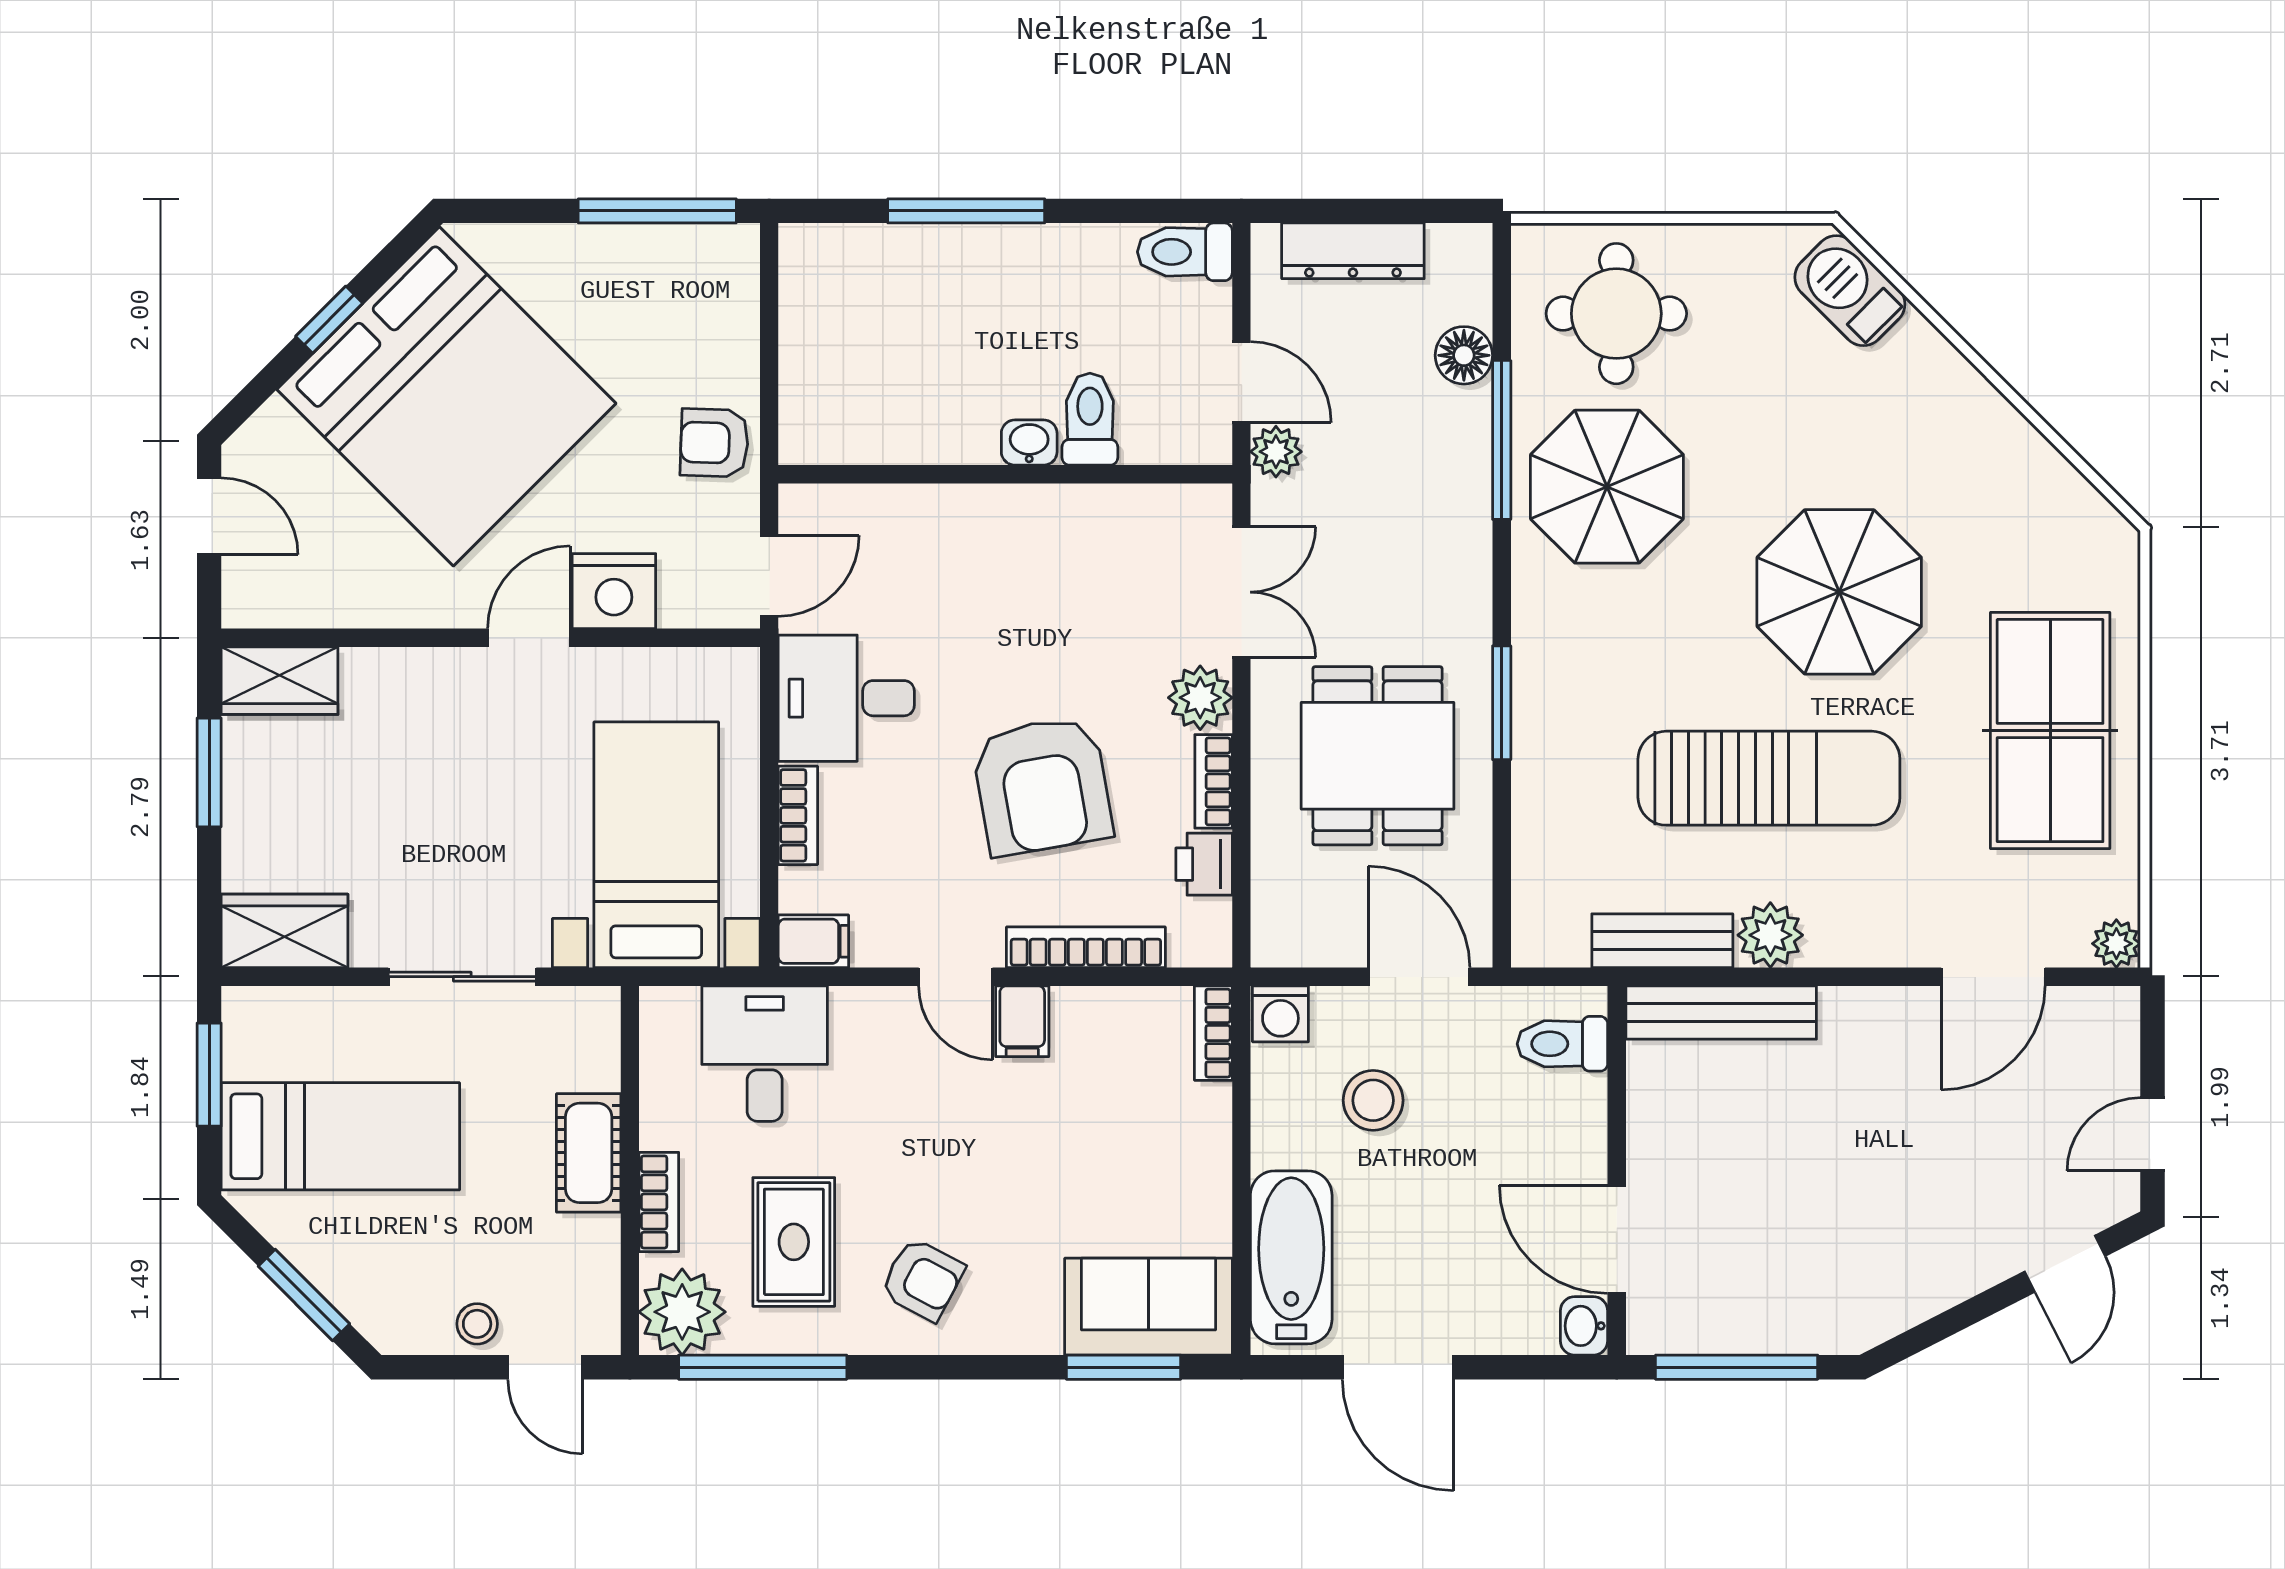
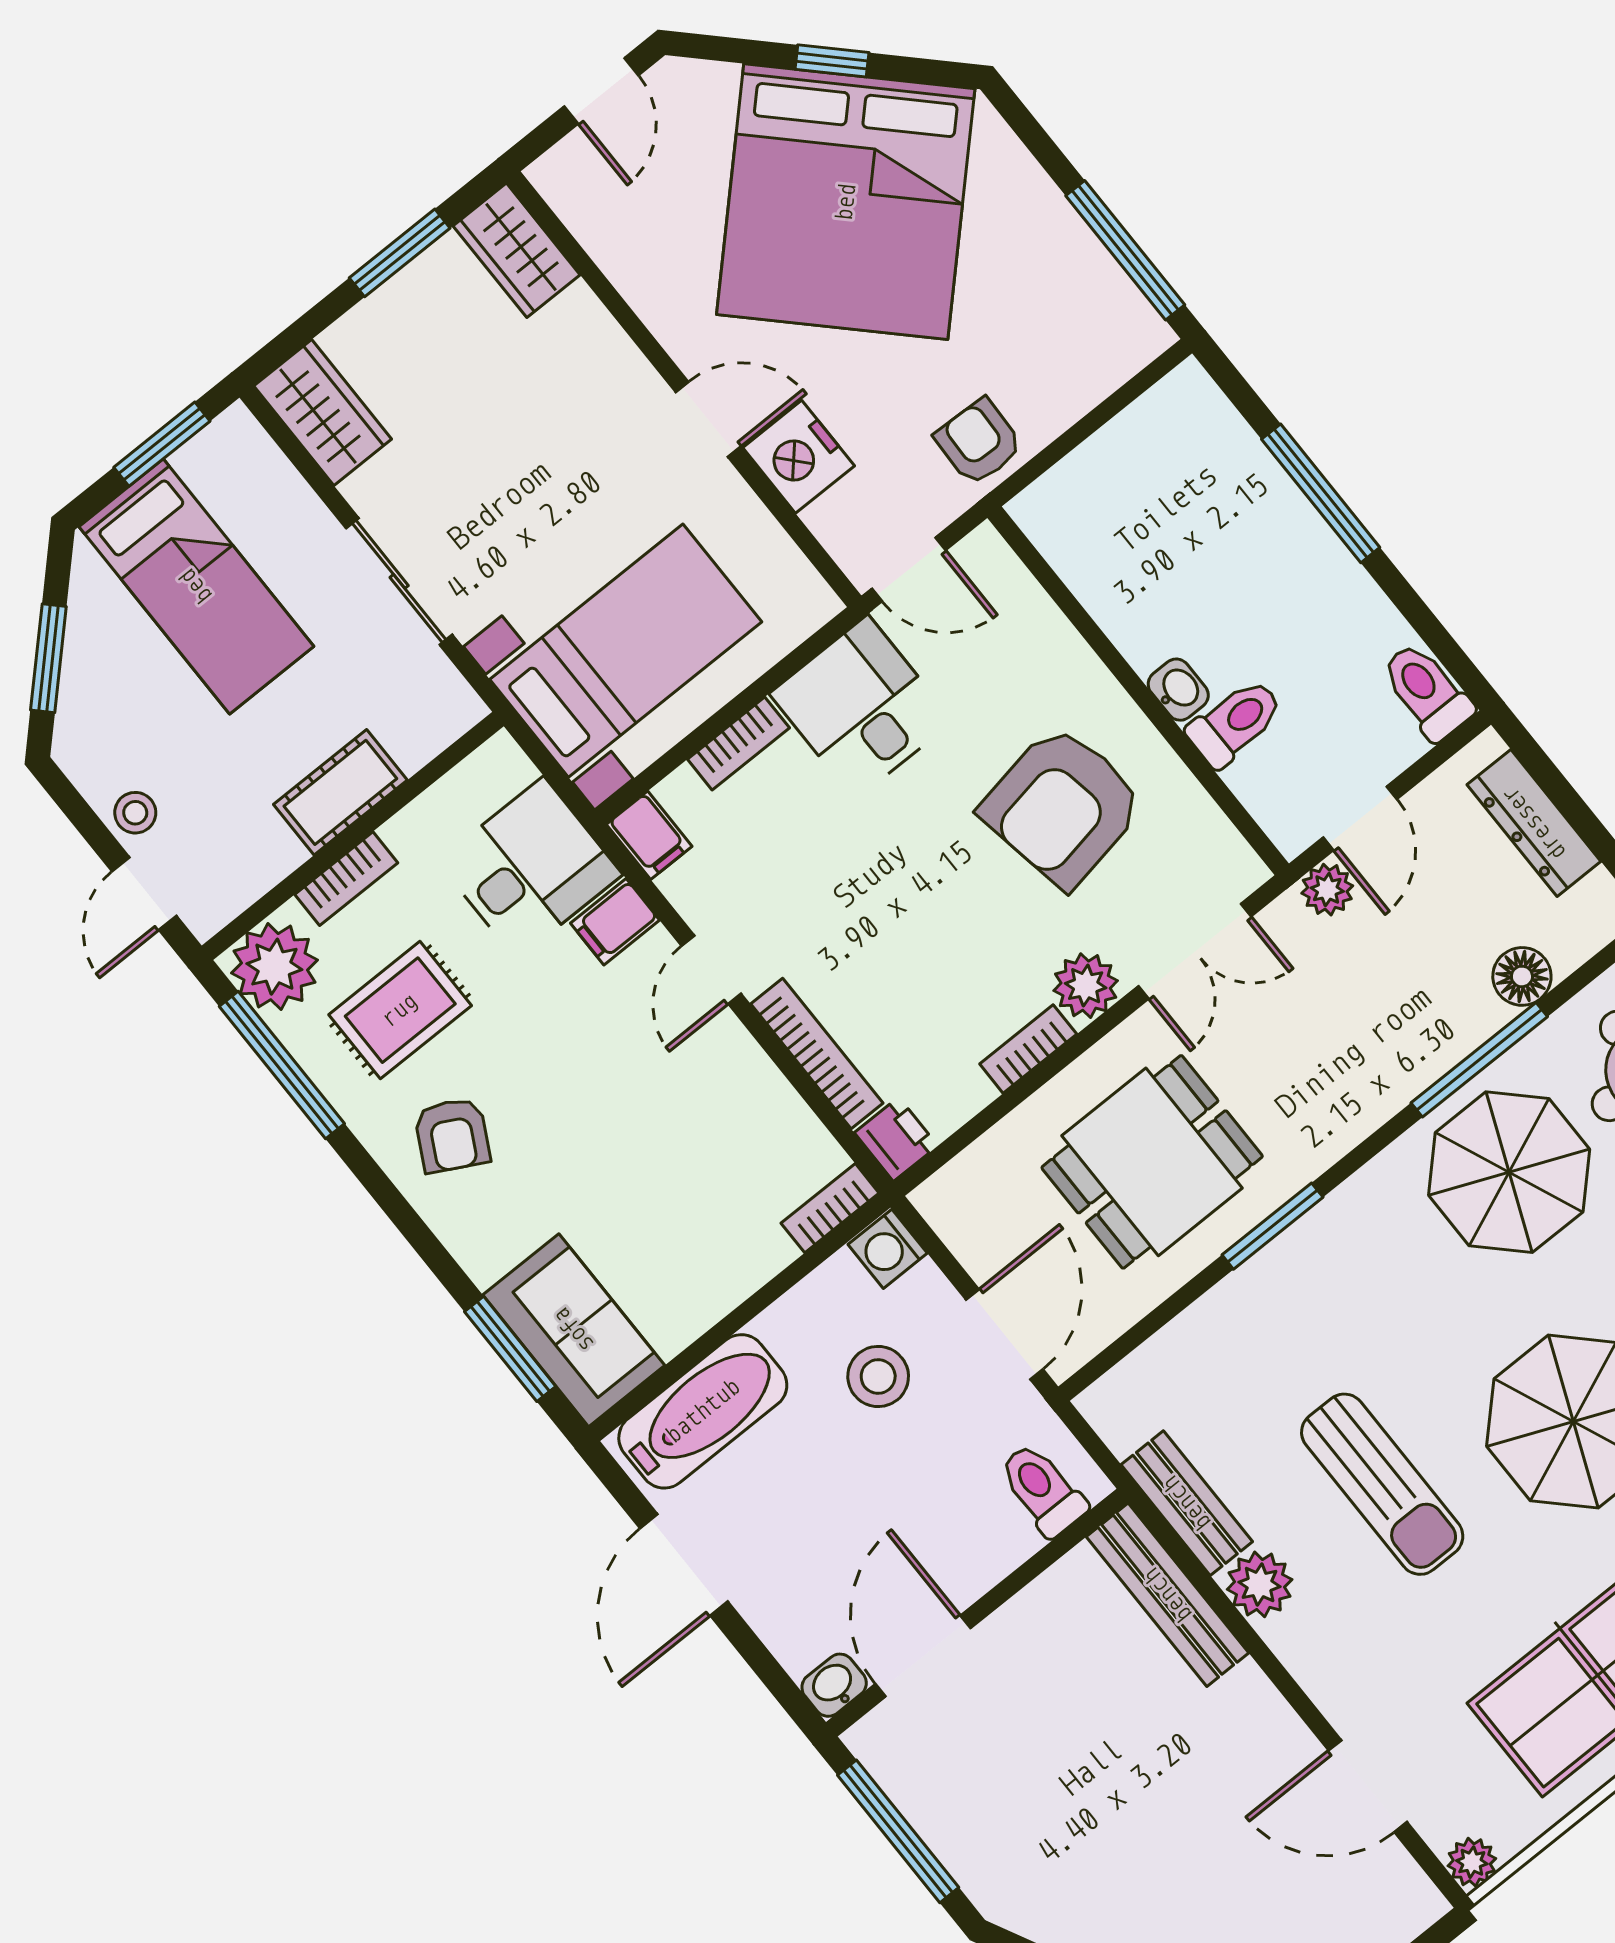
sun lounger: (1769, 778) -> (1382, 1484), width x0.73, depth x0.75
armchair: (1042, 786) -> (1063, 806), moved
printer: (1204, 864) -> (896, 1139), moved, turned 90
filing cabinet: (1022, 1021) -> (615, 922), moved

